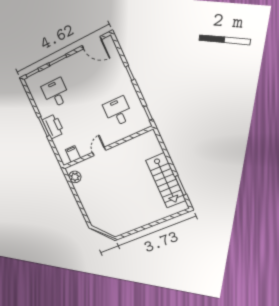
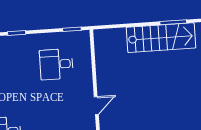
door: (99, 151) -> (96, 106), swing flipped

